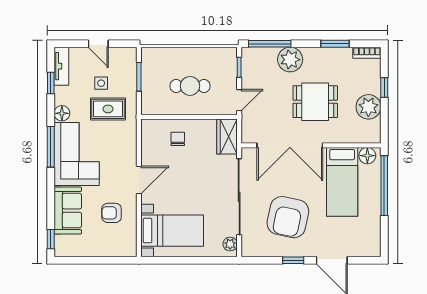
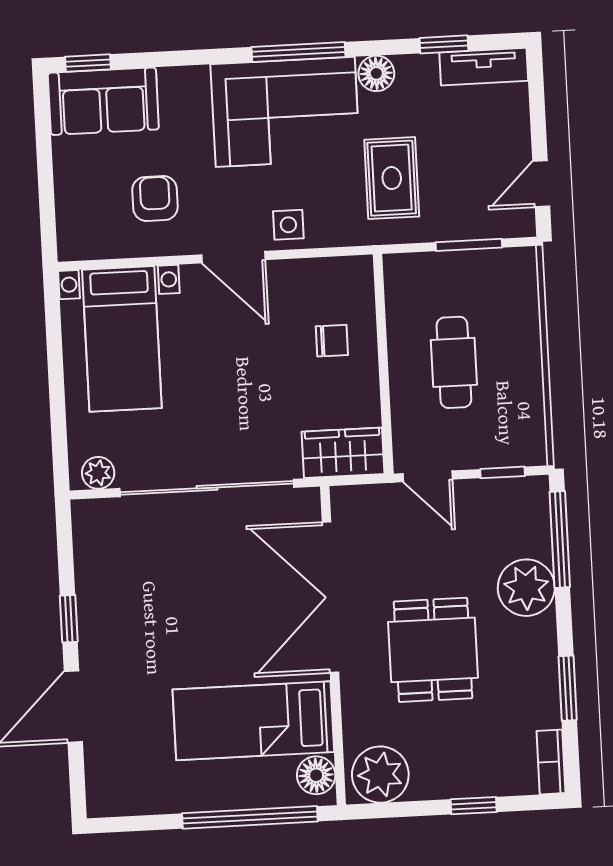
door: (98, 44) -> (541, 184), moved
side table: (101, 83) -> (288, 225), moved
plant: (368, 107) -> (380, 775), moved
sofa: (68, 211) -> (103, 101), moved
armchair: (288, 217) -> (166, 601), removed

